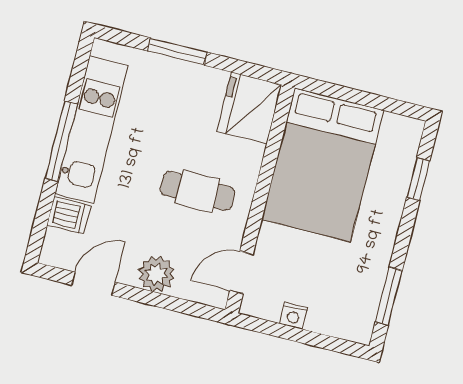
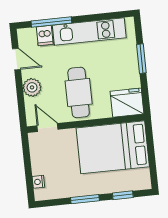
window: (61, 141) -> (51, 22), moved
cafe table: (197, 191) -> (79, 92), width x1.37, depth x1.35
window: (389, 296) -> (85, 199), moved
nightstand: (294, 316) -> (38, 182), moved

